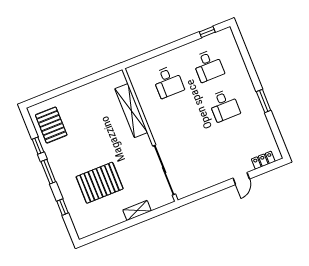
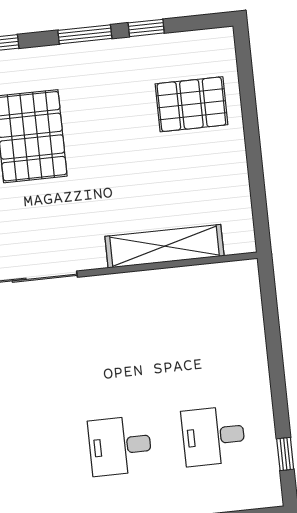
desk: (168, 82) -> (203, 341), removed
pallet: (51, 125) -> (191, 104), moved

